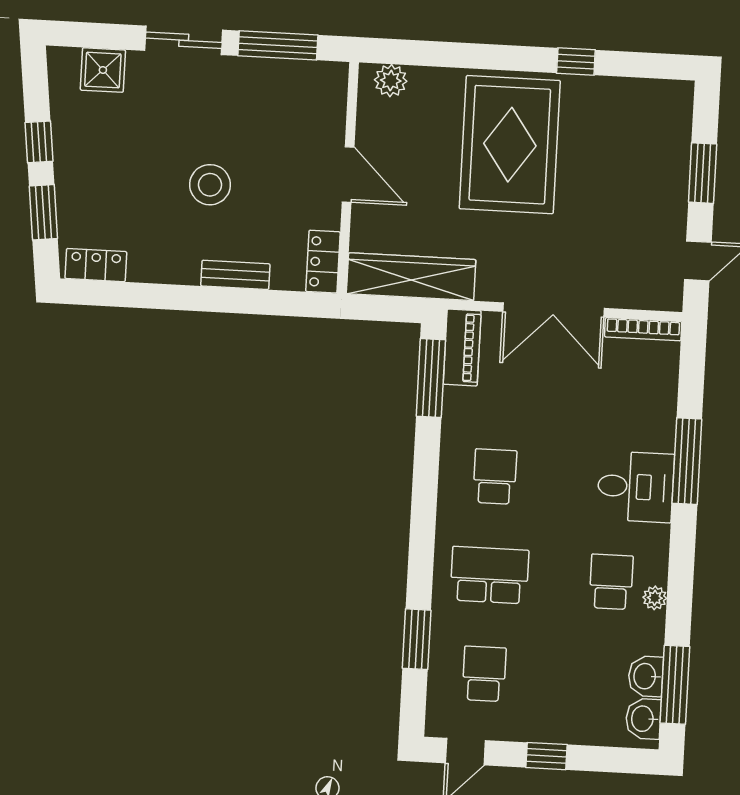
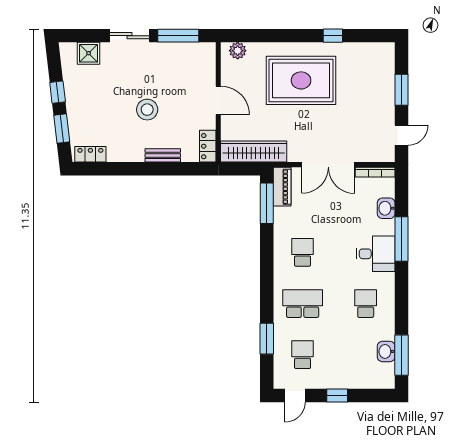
rug: (510, 145) -> (301, 80), turned 90
plant: (655, 598) -> (389, 311), removed
washbasin: (643, 719) -> (386, 208), moved

